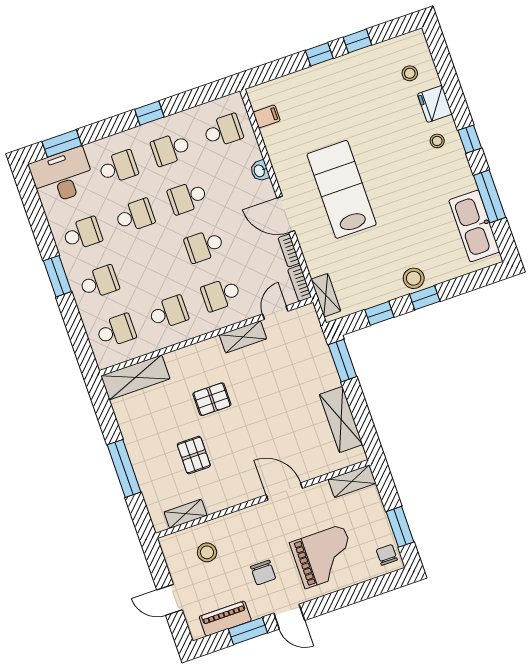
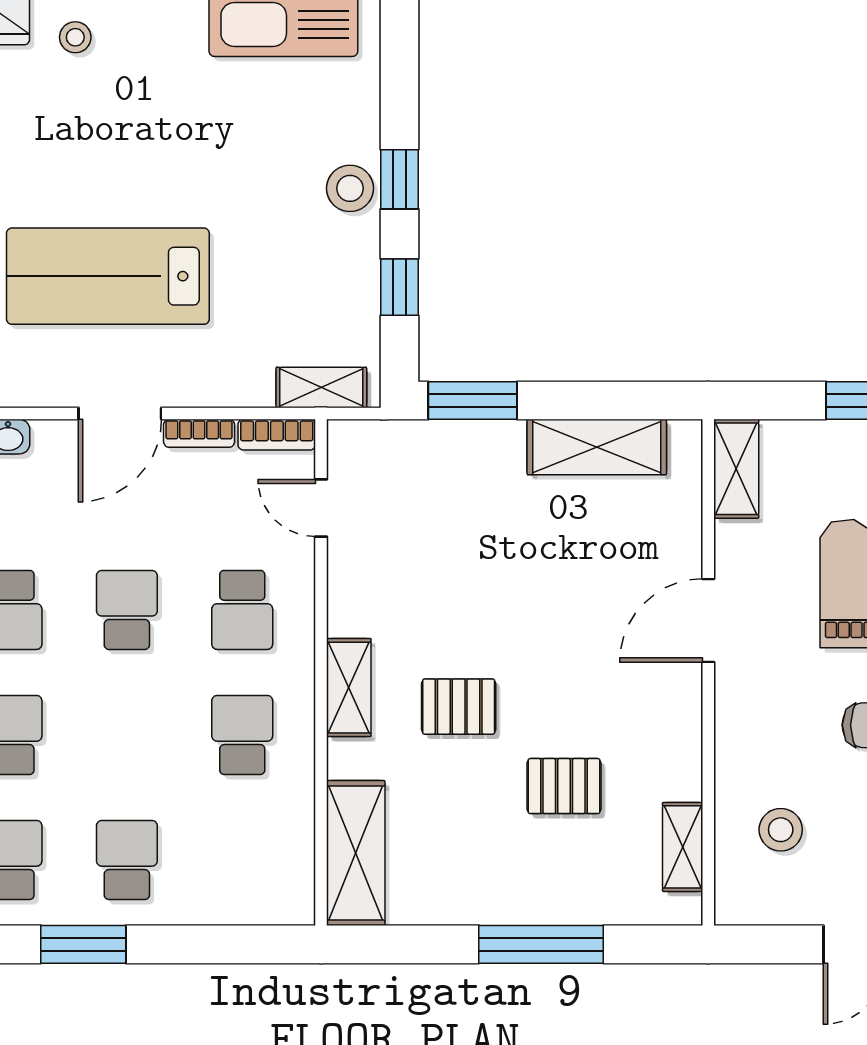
school desk: (204, 246) -> (127, 610), turned 180
school desk: (116, 331) -> (242, 860), removed
shelving: (243, 337) -> (349, 688), moved
pallet: (212, 399) -> (459, 707), turned 90

